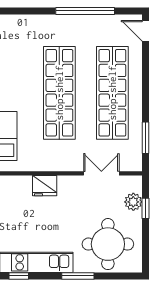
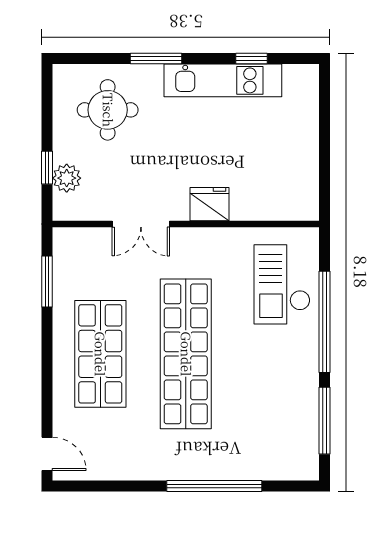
window: (85, 11) -> (214, 486), moved
shop shelf: (112, 93) -> (100, 354), width x0.71
double door: (101, 173) -> (141, 224), moved
round table: (108, 244) -> (108, 110), width x0.73, depth x0.73

